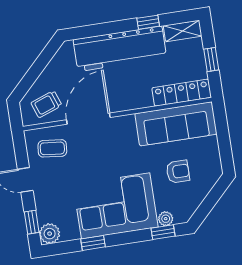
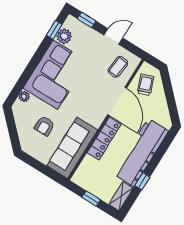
locker: (182, 93) -> (104, 138), moved
window: (163, 232) -> (18, 88), removed
plant: (50, 234) -> (64, 36), moved
window: (93, 243) -> (54, 30), moved

